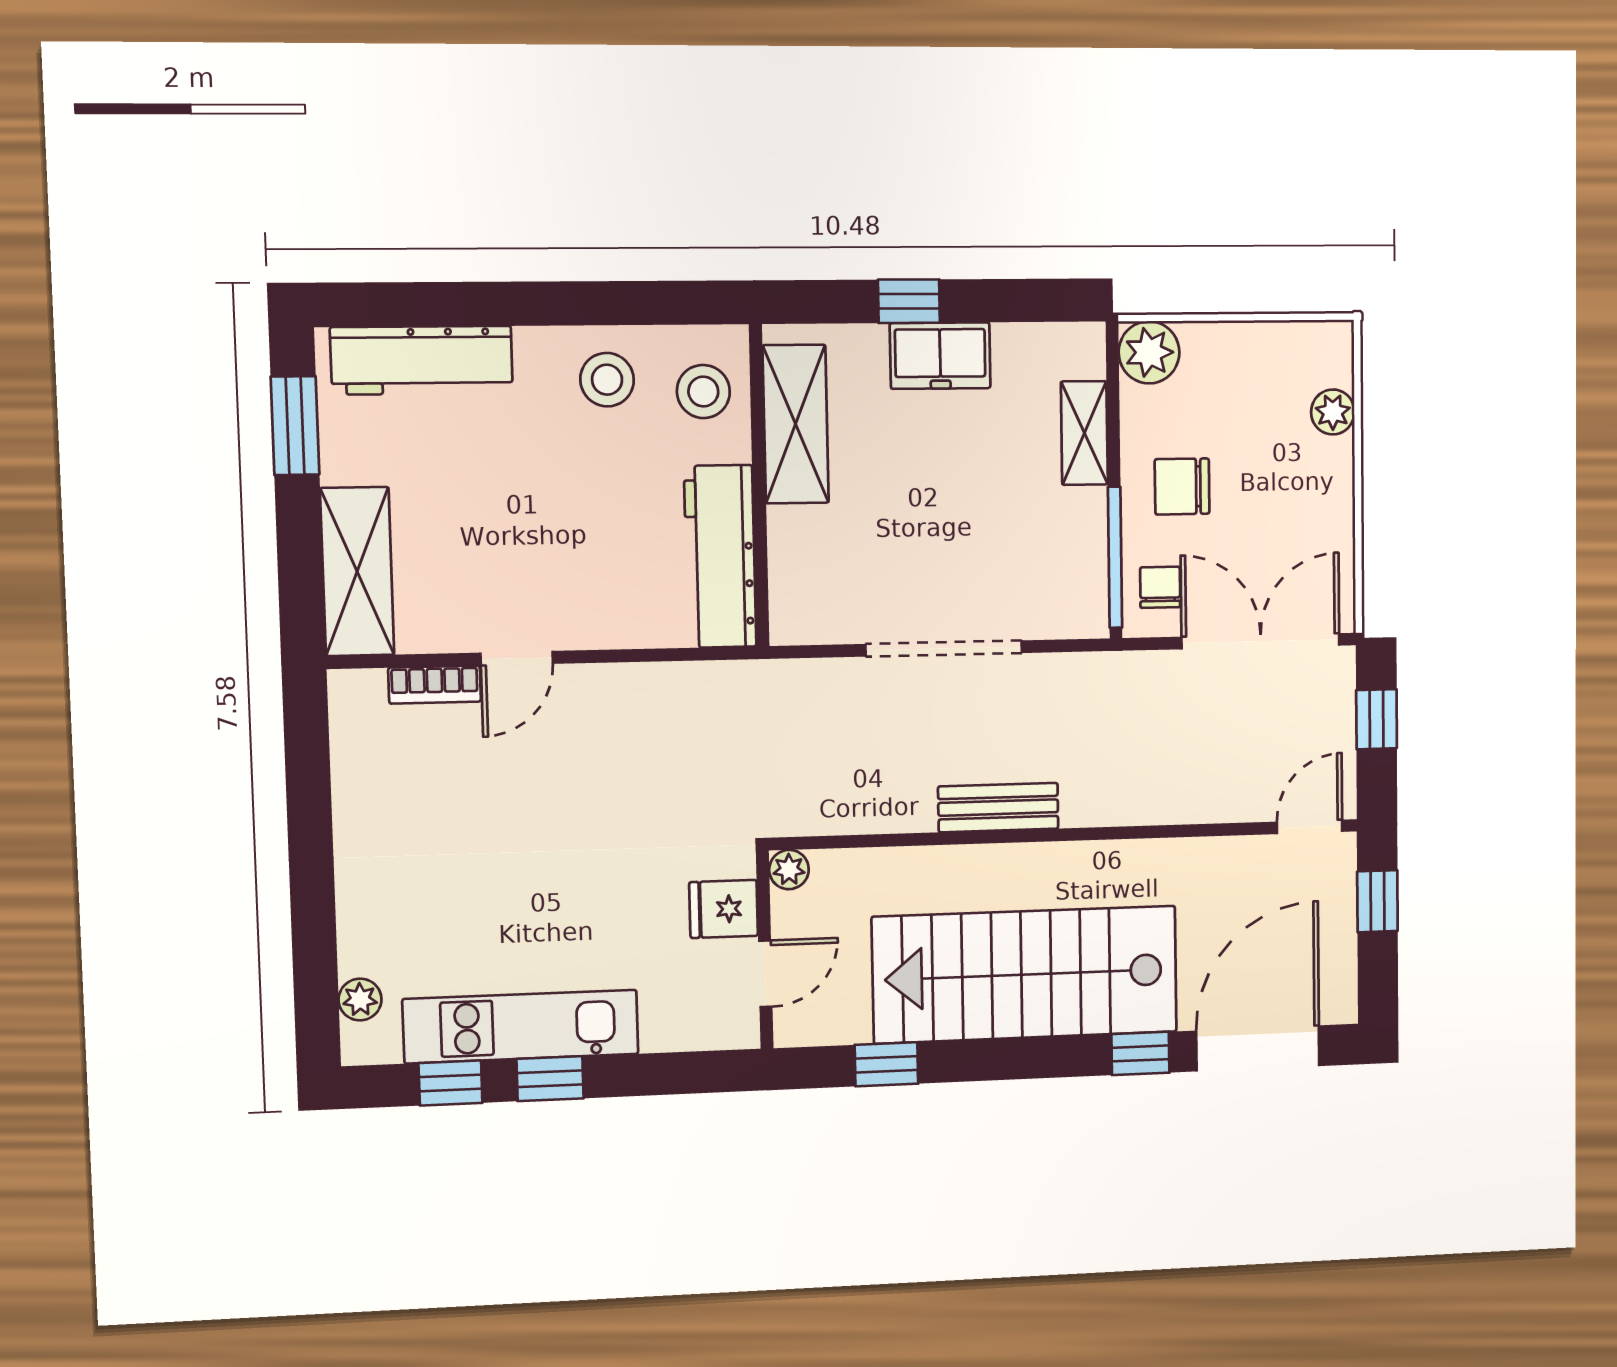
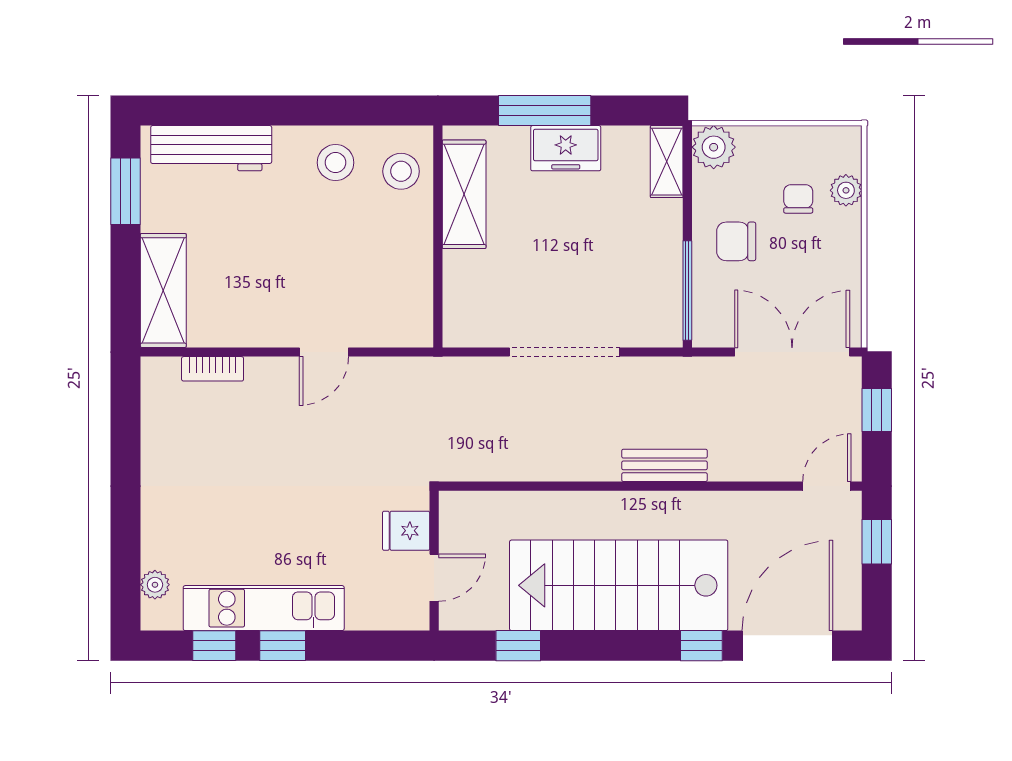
window: (909, 301) -> (545, 111), width x2.17
shelving: (1084, 433) -> (667, 162), moved
workbench: (720, 557) -> (410, 285), removed
chair: (1160, 587) -> (798, 199), moved
door: (517, 658) -> (324, 352), moved
bench: (998, 808) -> (665, 465), moved
plant: (789, 870) -> (452, 505), removed

